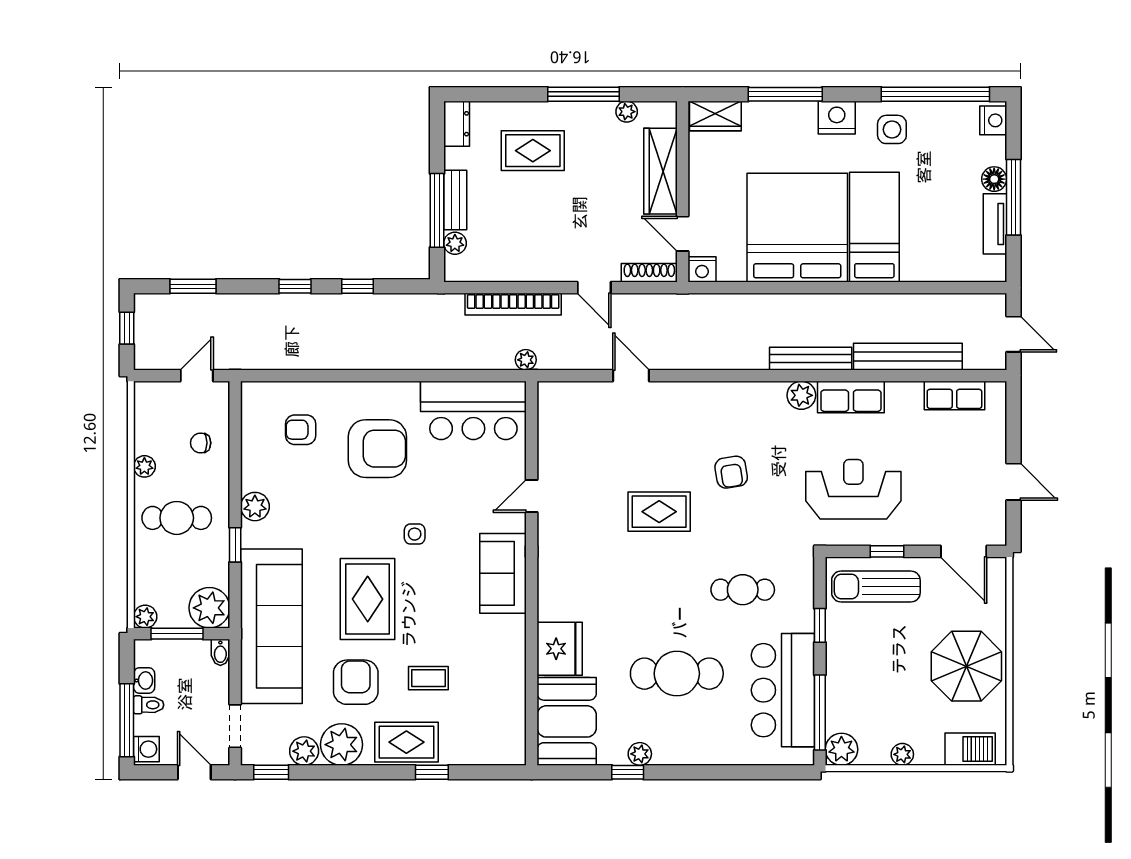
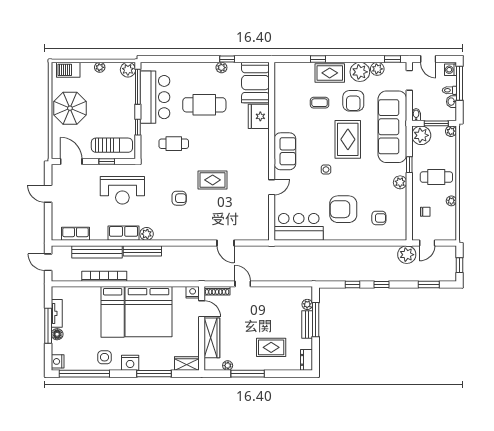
bookcase: (513, 304) -> (104, 276), moved
plant: (526, 360) -> (407, 255), moved, width x1.87, depth x1.87
armchair: (731, 472) -> (179, 198), turned 99

